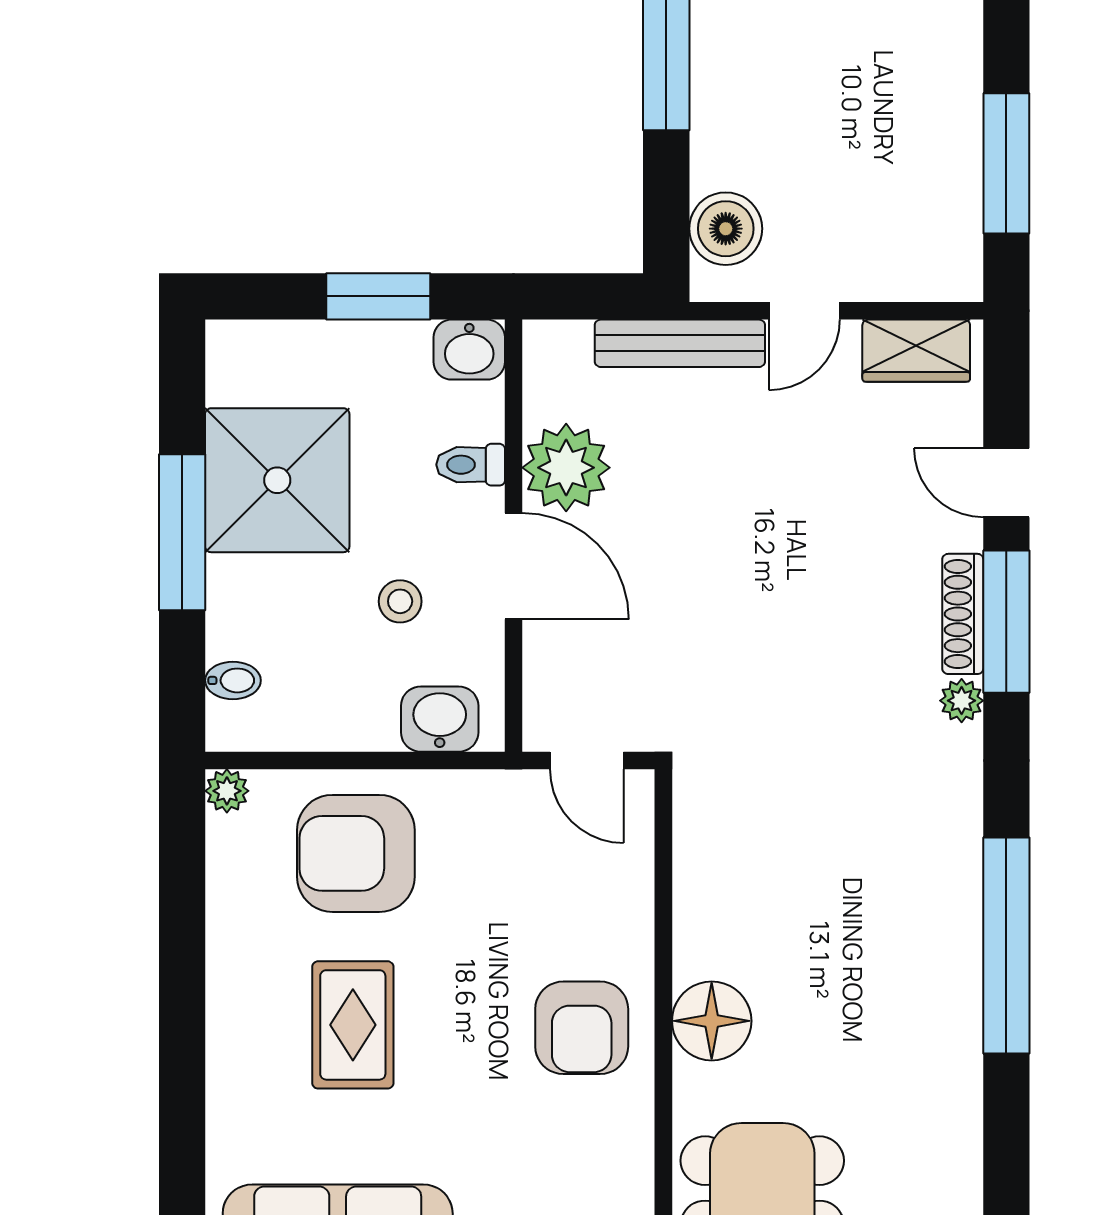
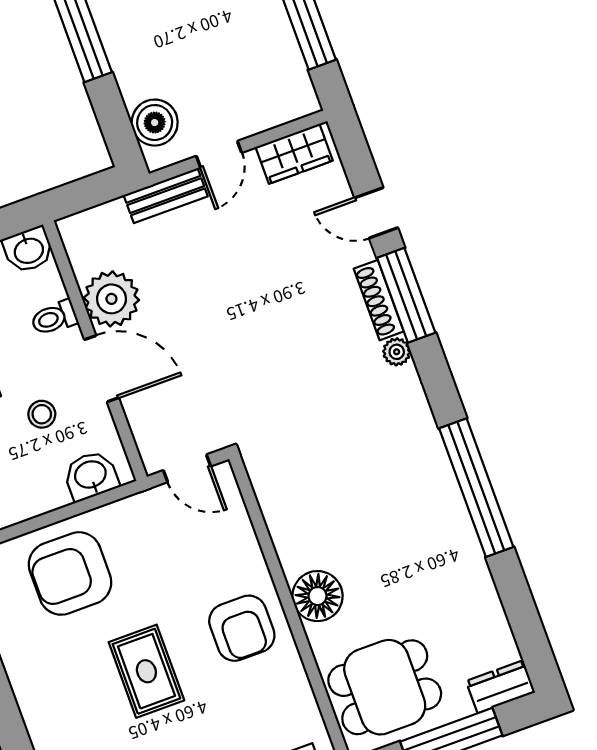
bench: (680, 343) -> (166, 196), width x0.73
rug: (353, 1025) -> (146, 671), moved

